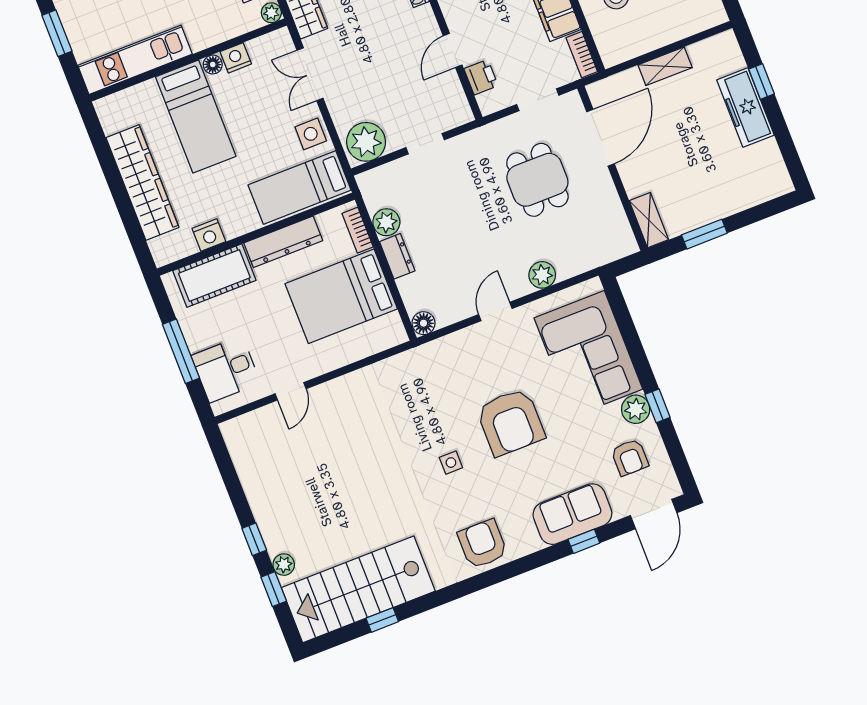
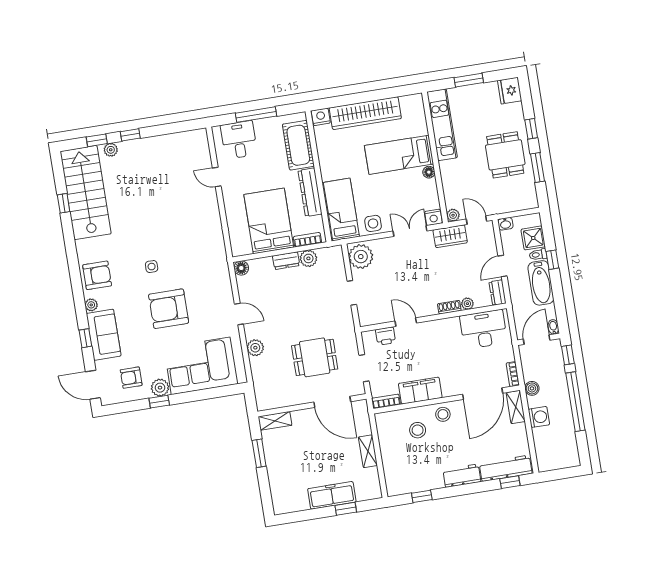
nightstand: (236, 58) -> (433, 217), moved, turned 90
nightstand: (209, 235) -> (321, 117), moved, turned 90
plant: (530, 543) -> (91, 305), added

